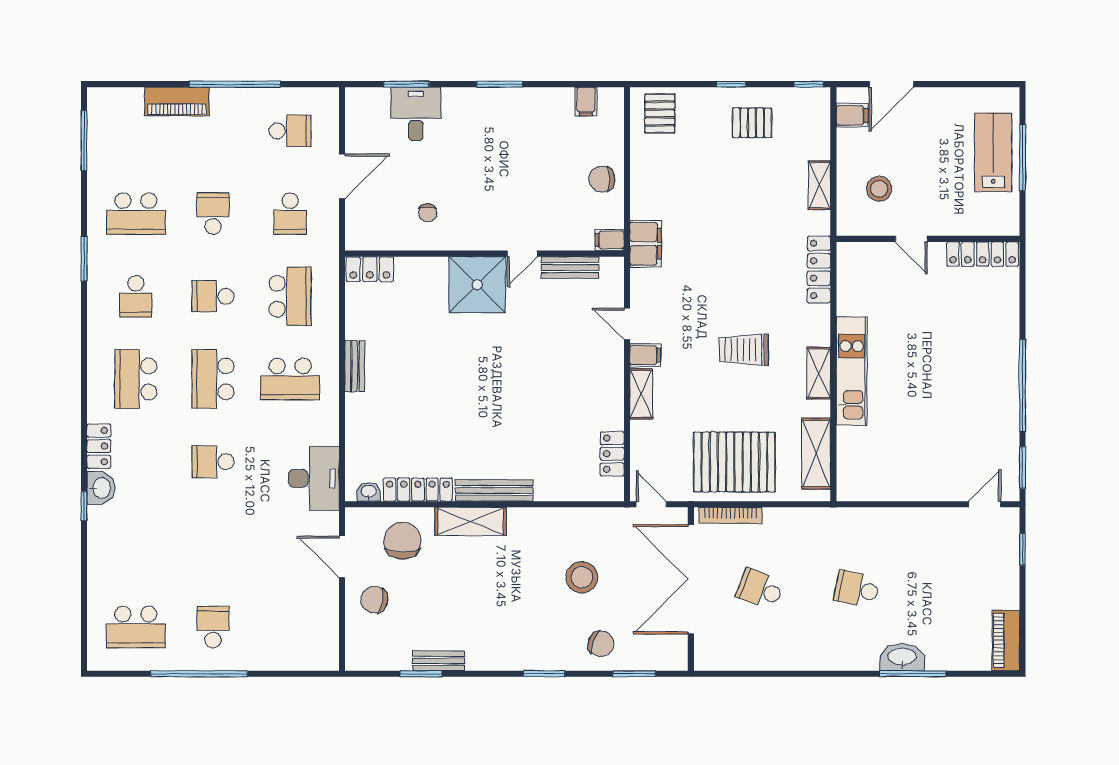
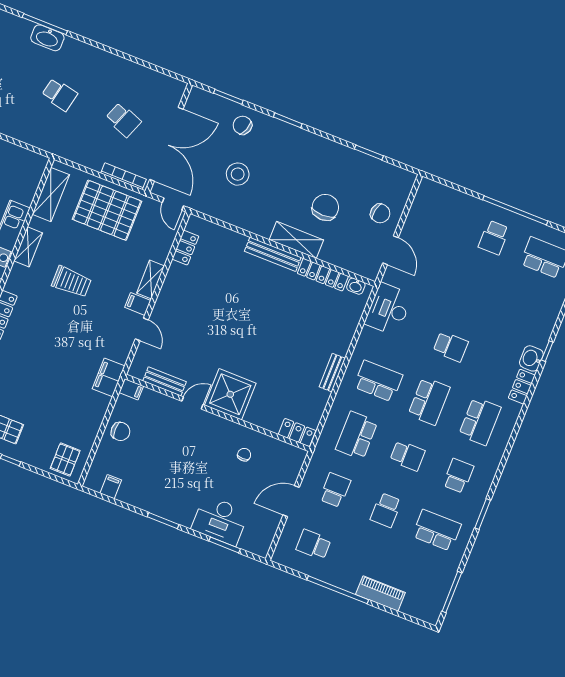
desk: (416, 114) -> (220, 520), width x1.37
chair: (402, 541) -> (325, 207), moved, turned 180
bench: (439, 661) -> (354, 156), removed

